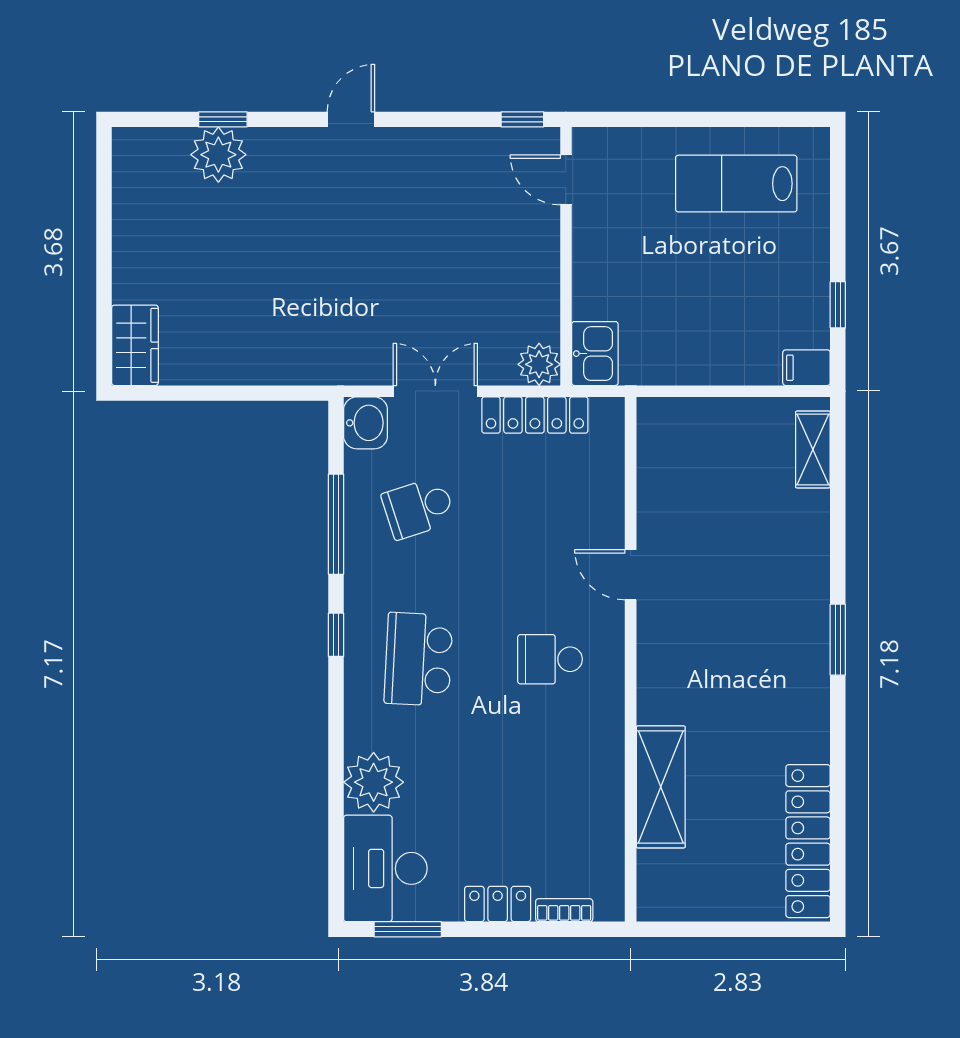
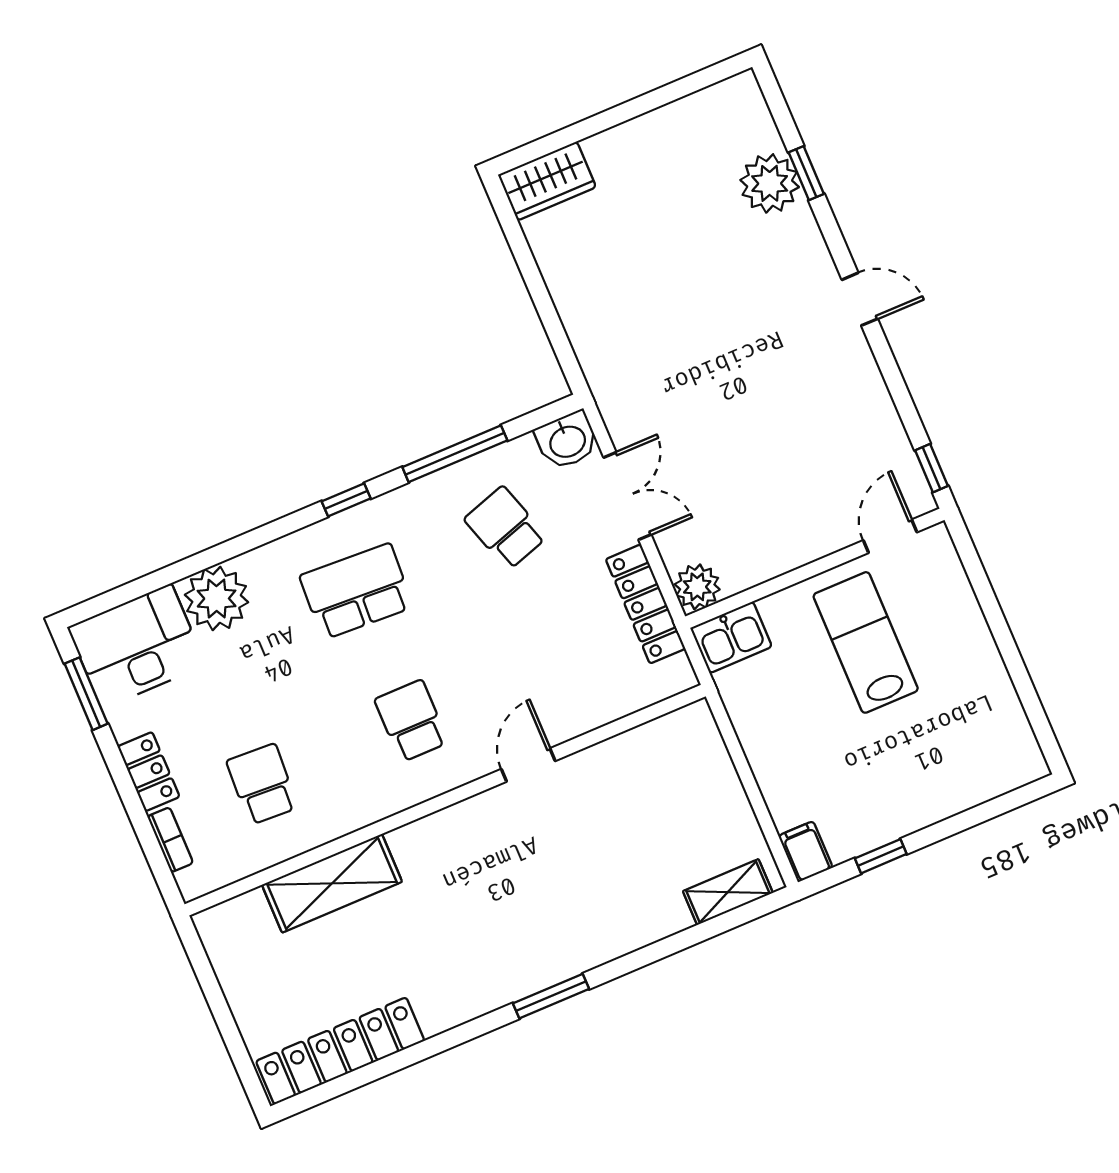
lab bench: (736, 184) -> (866, 642), moved
school desk: (550, 811) -> (262, 784), added

